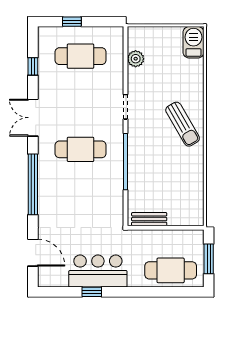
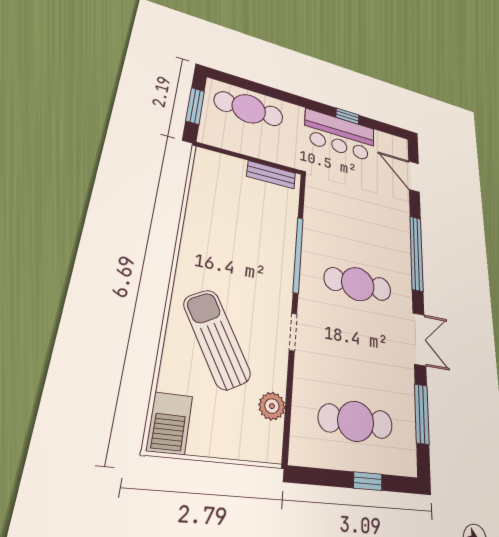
window: (33, 66) -> (422, 414), width x2.17
sun lounger: (183, 124) -> (217, 339), moved, width x1.36, depth x1.34

